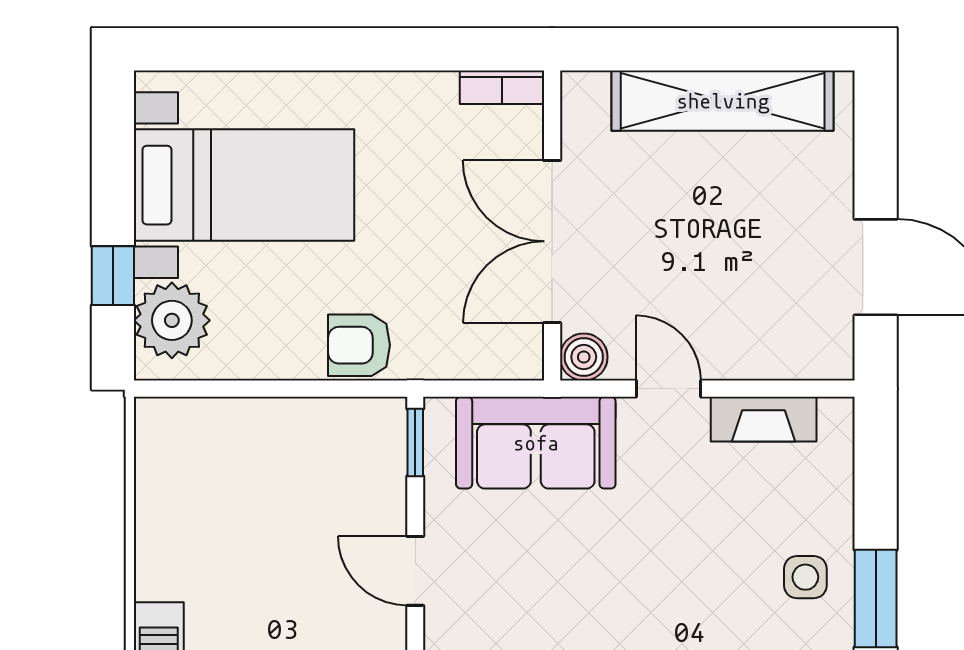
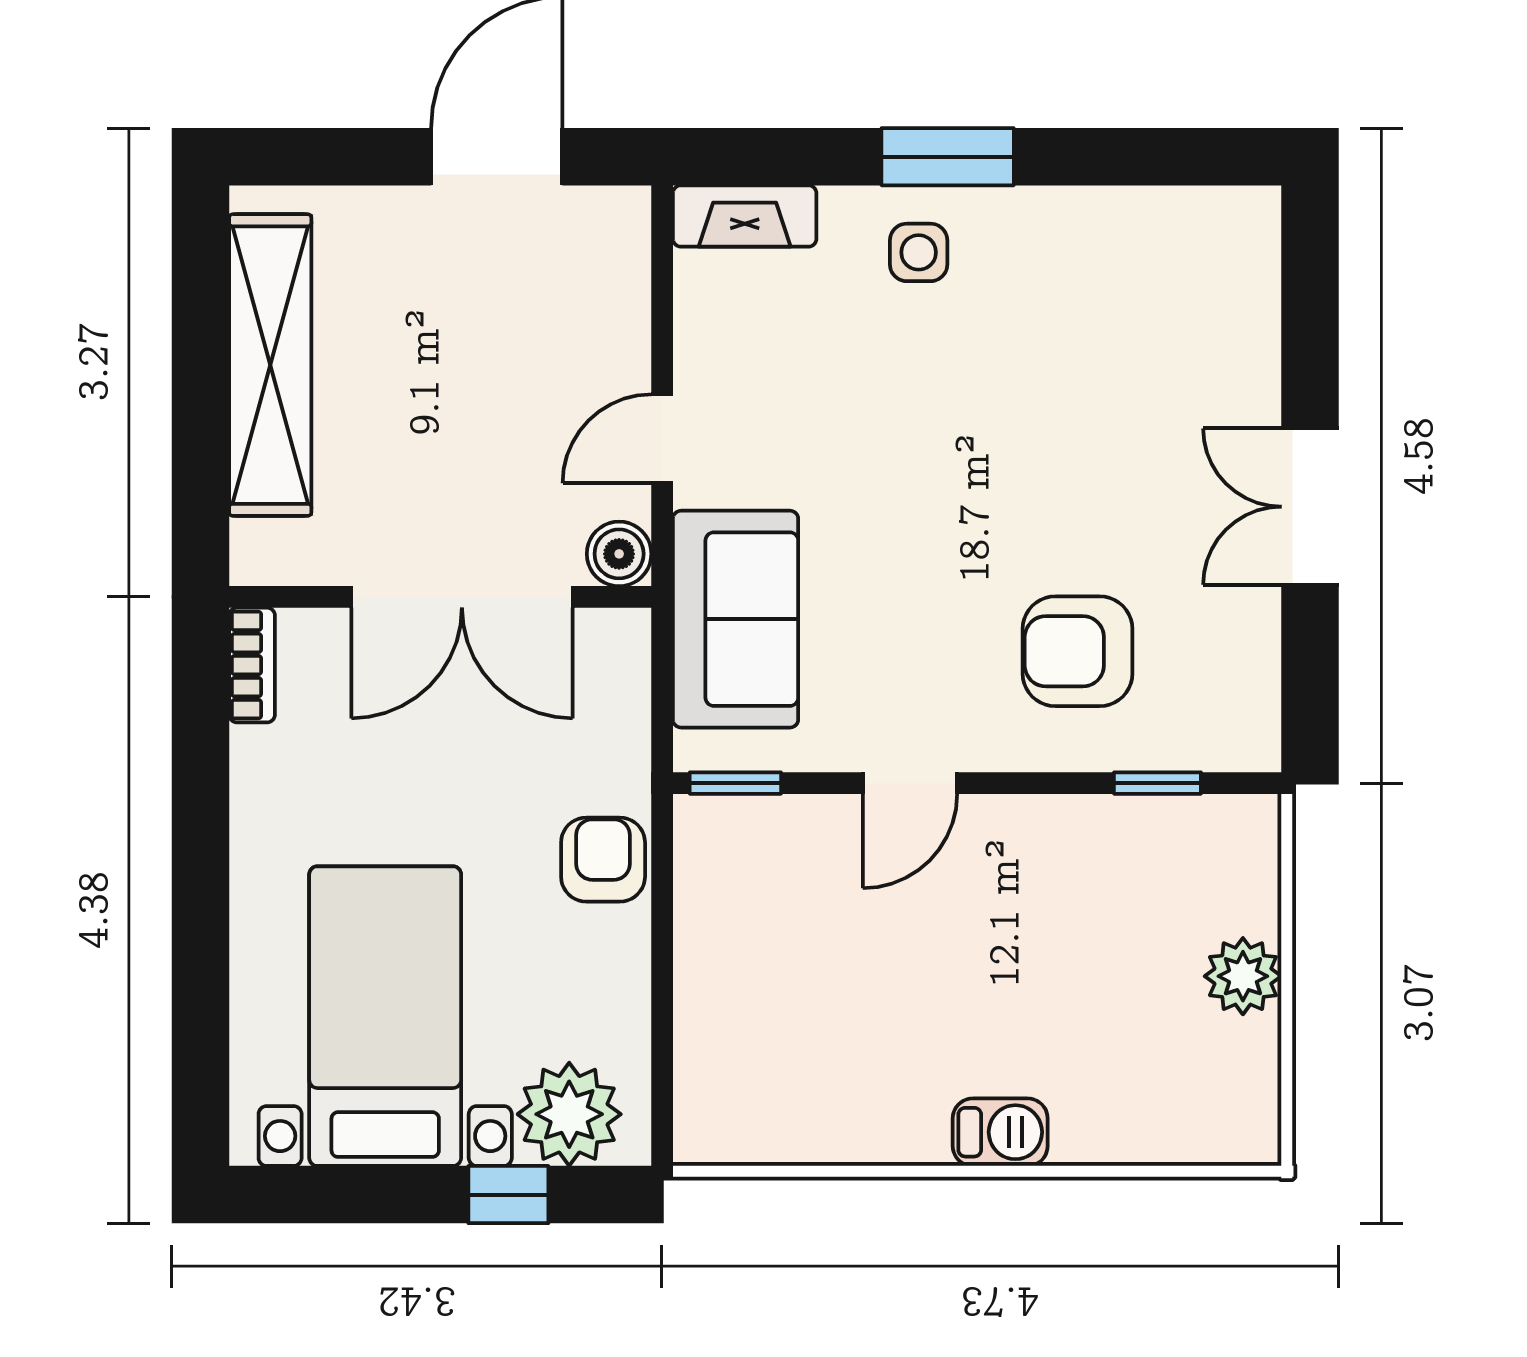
armchair: (359, 345) -> (603, 860), turned 180
fireplace: (764, 419) -> (745, 216), moved, turned 90

